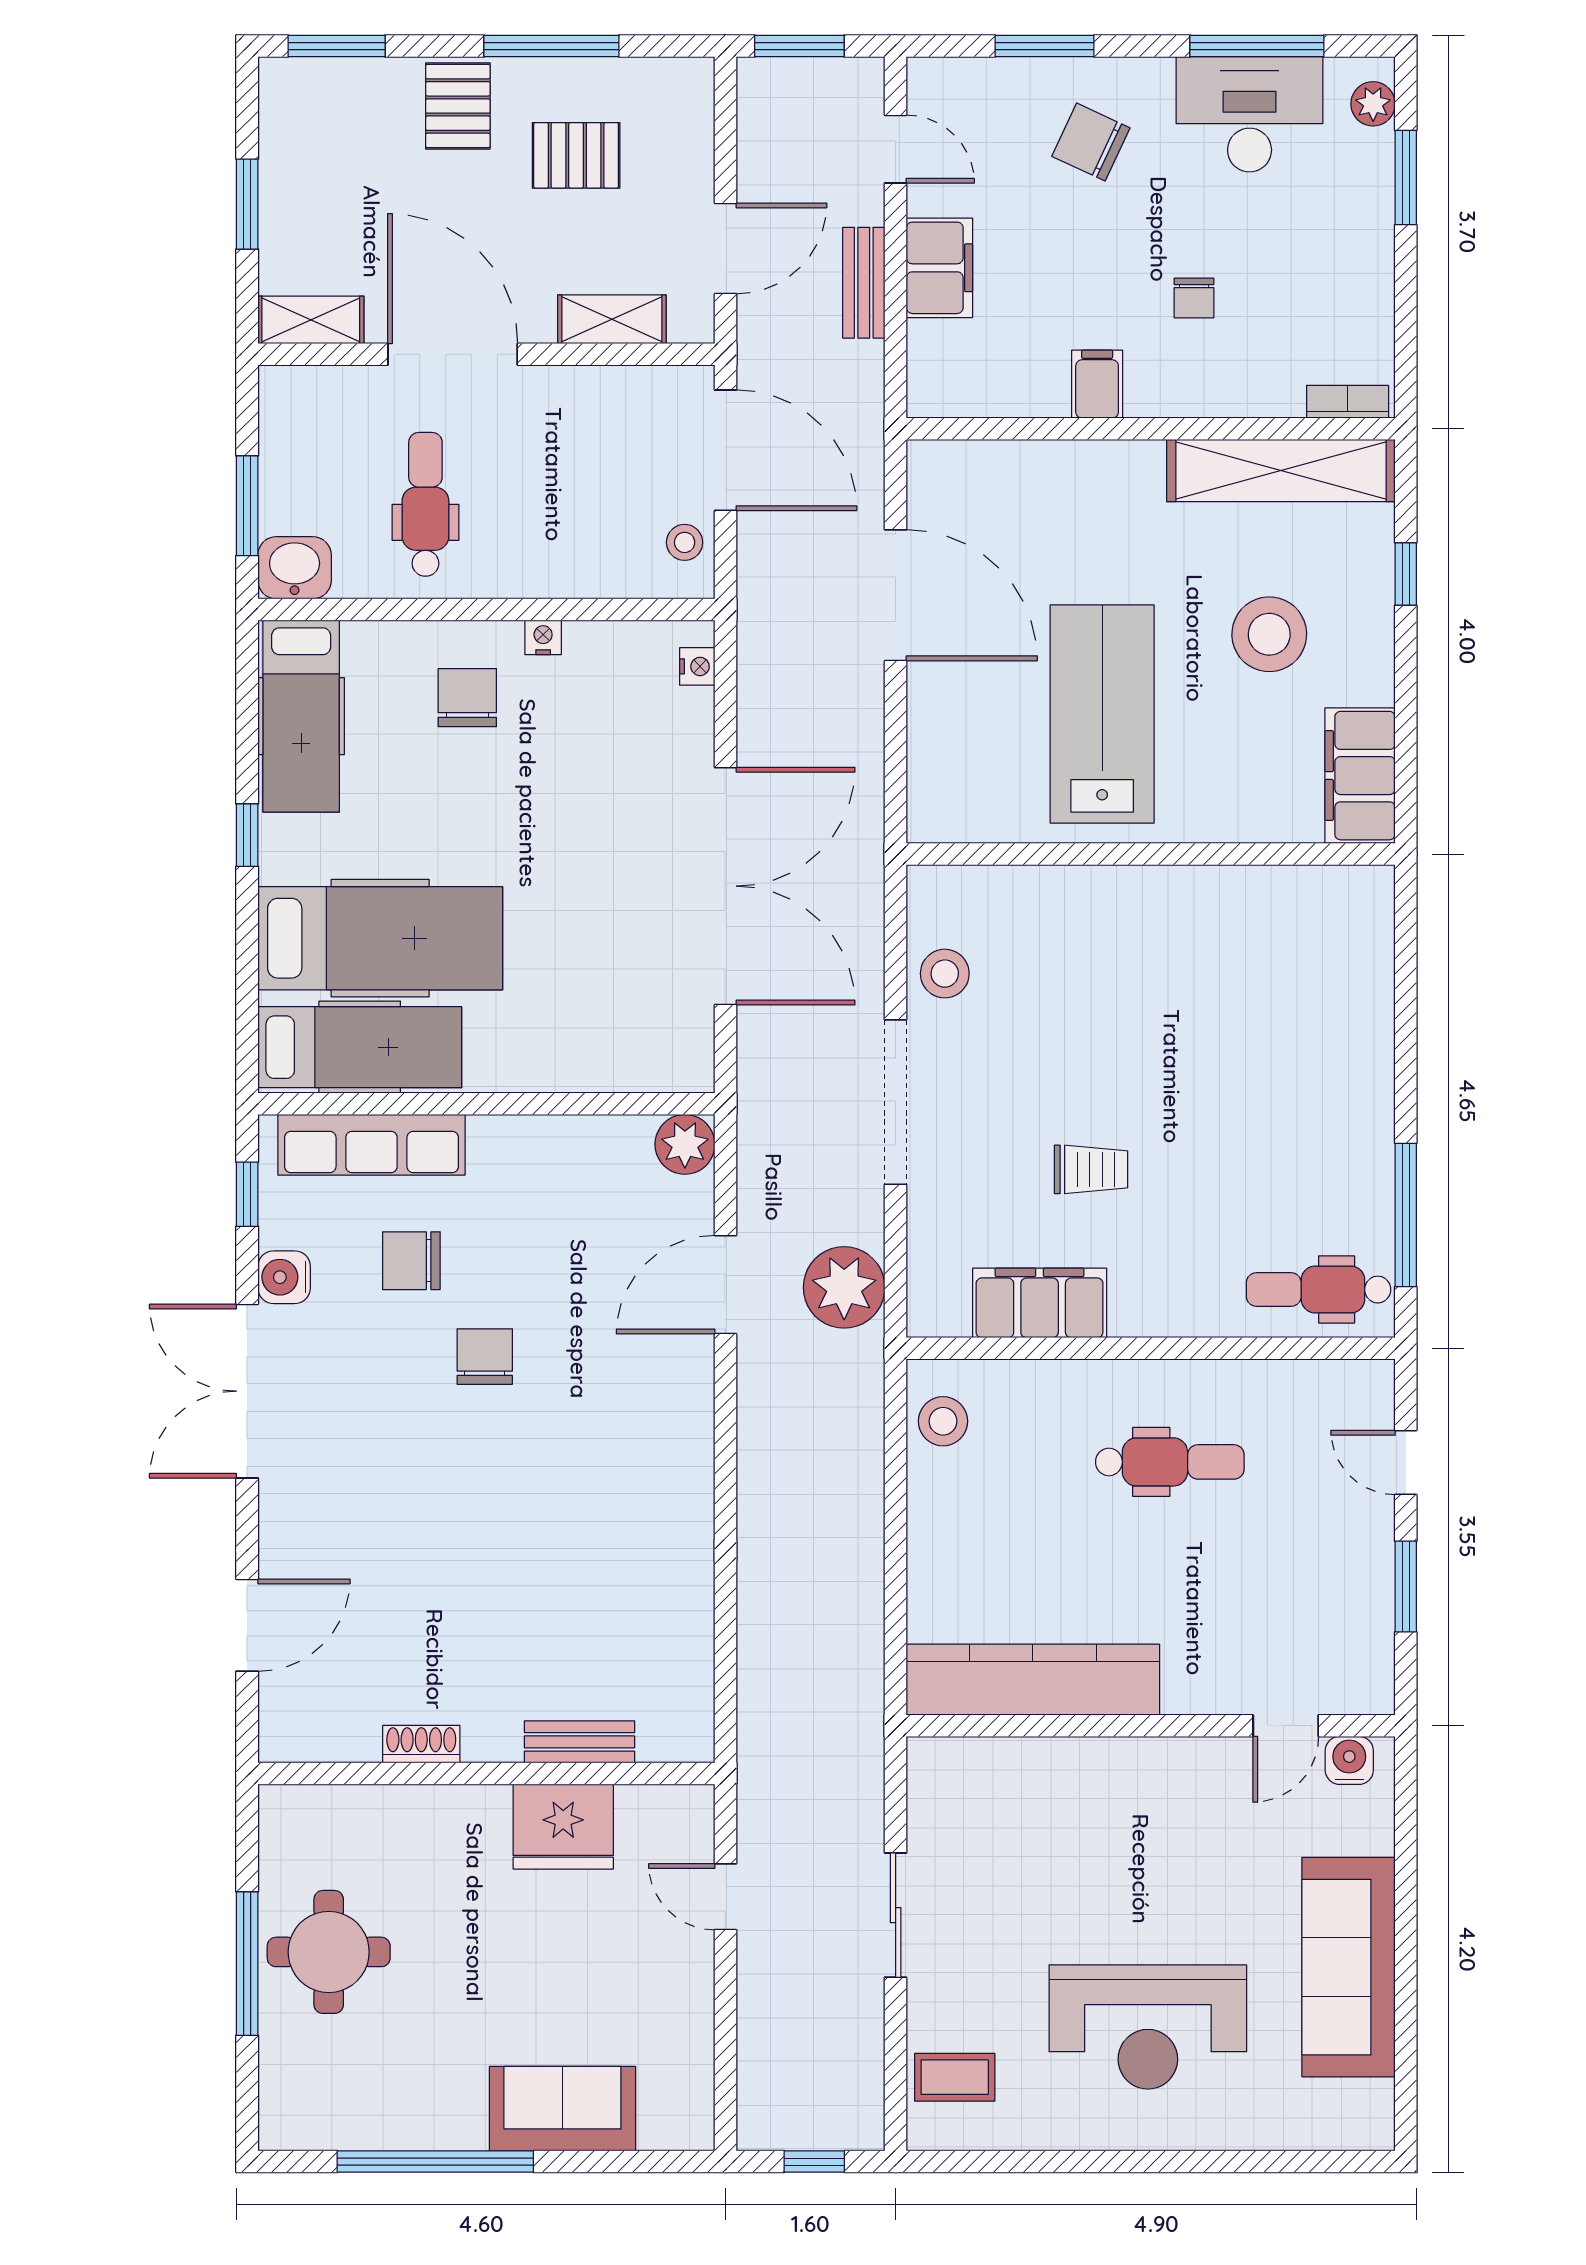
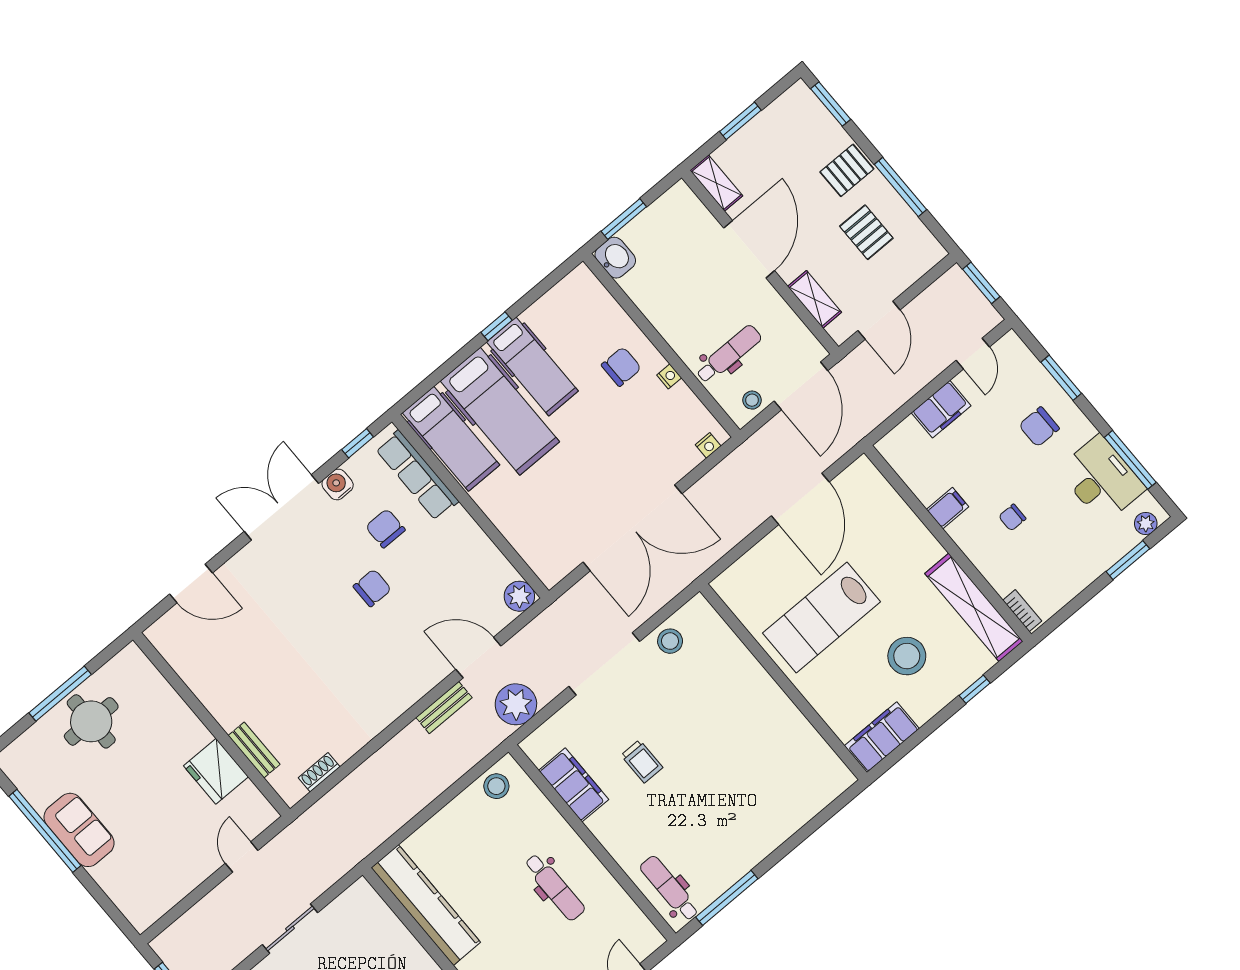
chair: (1091, 142) -> (1039, 427), turned -115
door: (725, 248) -> (879, 320), hinge flipped
bench: (864, 283) -> (444, 708), moved
dental chair: (425, 504) -> (729, 354), moved
lab bench: (1102, 714) -> (822, 617), turned 180
hospital bed: (301, 716) -> (532, 366), moved, turned -90
shoe rack: (421, 1744) -> (319, 772), moved, turned -90
sofa: (562, 2109) -> (79, 830), moved

